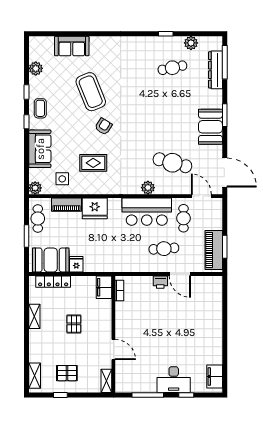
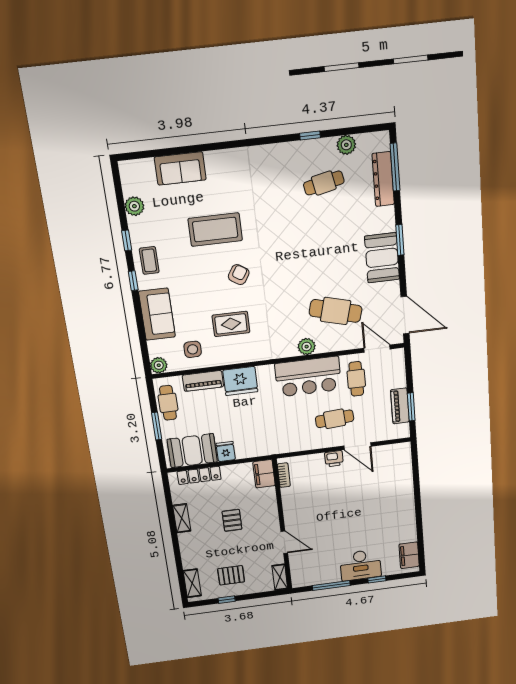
coffee table: (91, 92) -> (215, 230), turned -68
piano: (214, 250) -> (400, 406), width x0.73, depth x0.75

